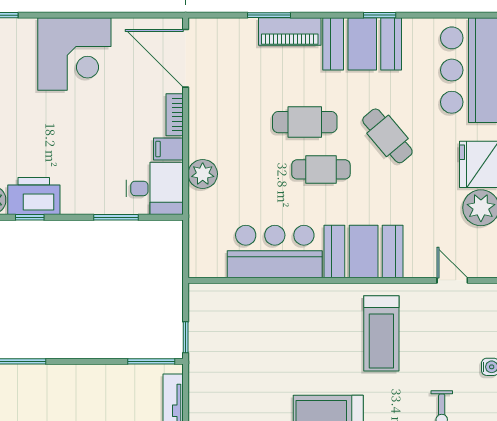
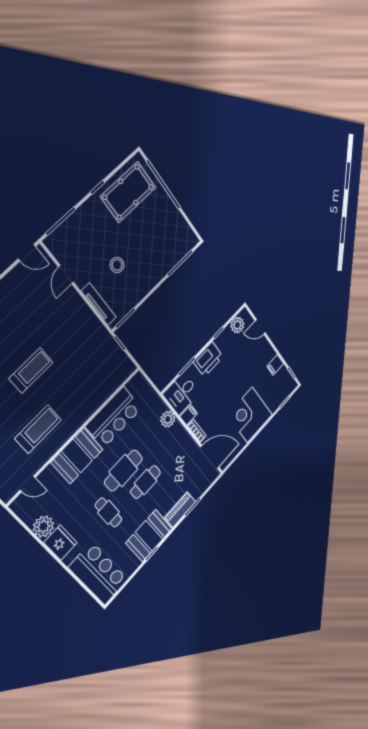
cafe table: (387, 136) -> (108, 512), turned 40
cafe table: (321, 169) -> (123, 470), width x1.37, depth x1.35
printer: (34, 196) -> (208, 359), moved
treadmill: (381, 333) -> (38, 429), turned 90

